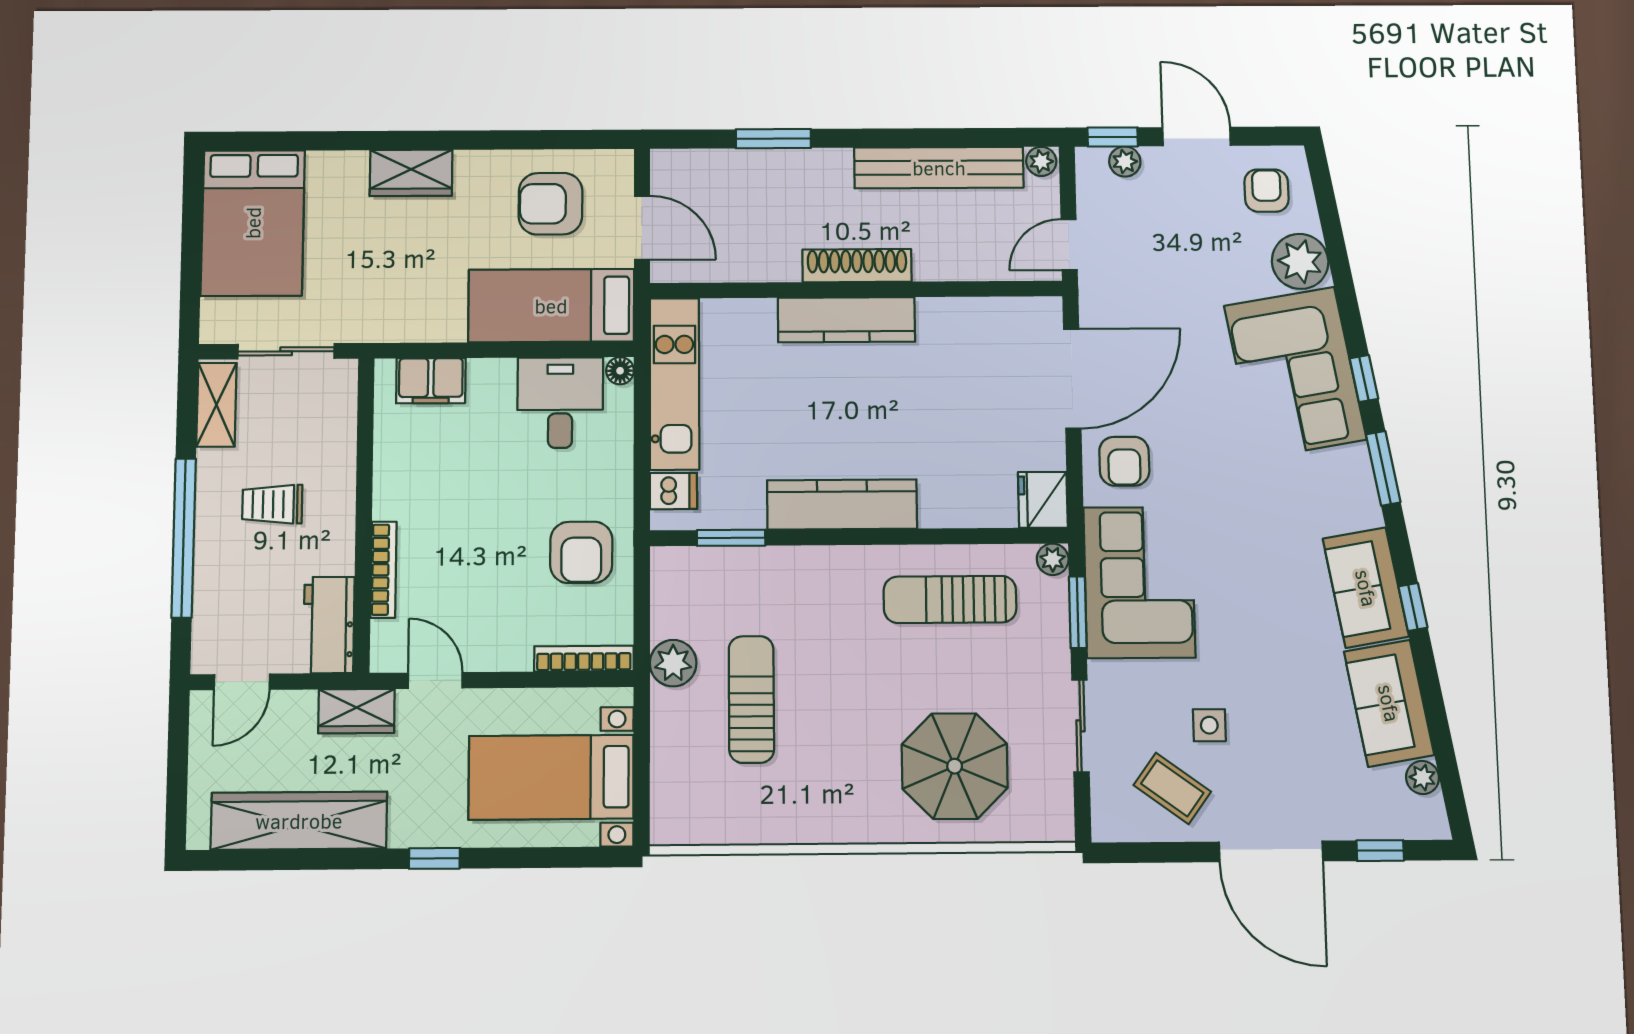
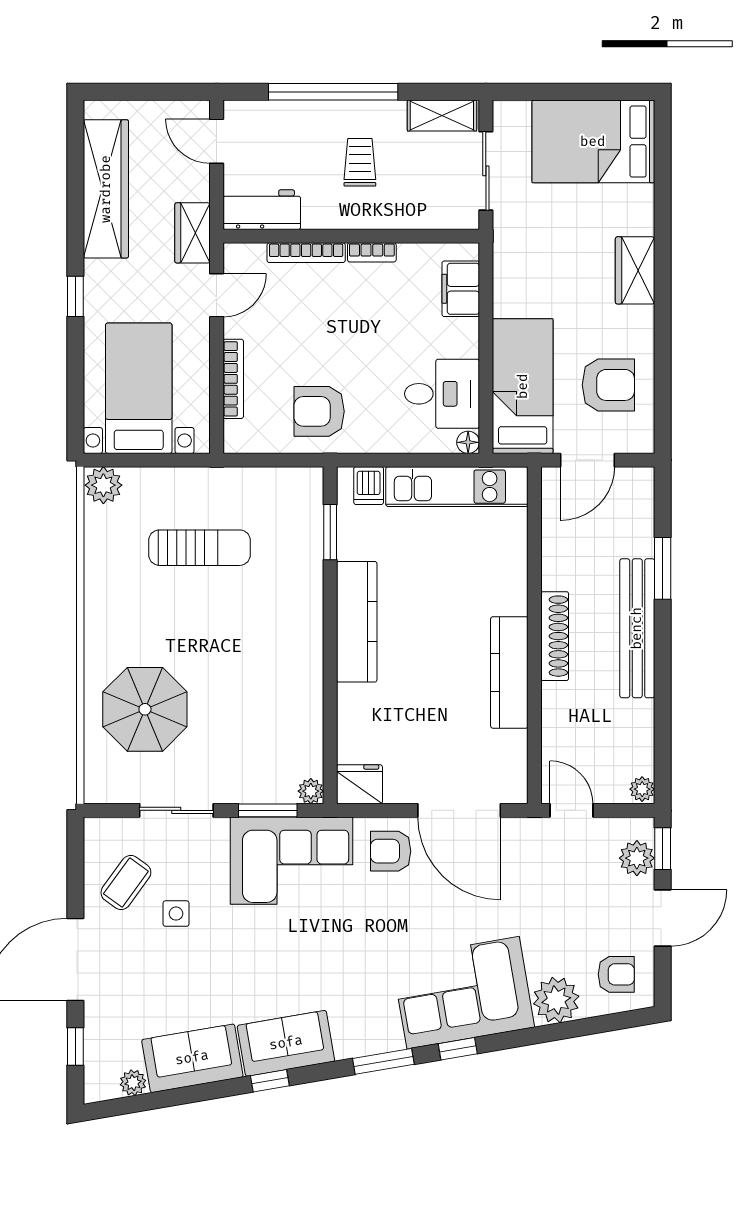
plant: (1125, 162) -> (637, 858), width x1.38, depth x1.38
bench: (939, 168) -> (637, 628), moved
armchair: (550, 204) -> (608, 385), turned 90
kitchen counter: (846, 320) -> (509, 672), moved
bookcase: (384, 489) -> (372, 252), added
sun lounger: (950, 599) -> (279, 708), removed
bookcase: (584, 659) -> (233, 379), moved
plant: (673, 663) -> (103, 485), moved

